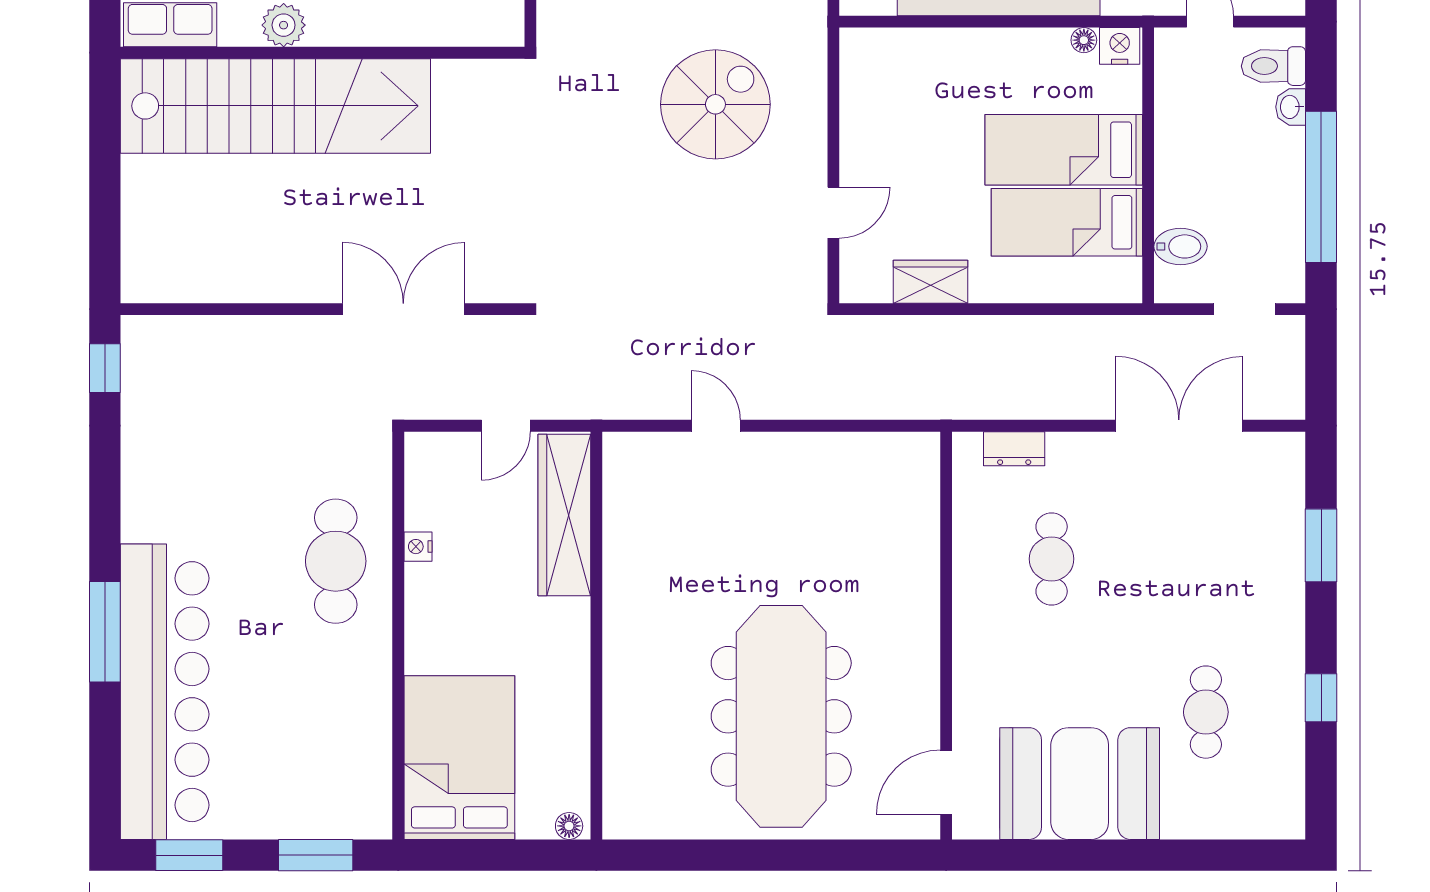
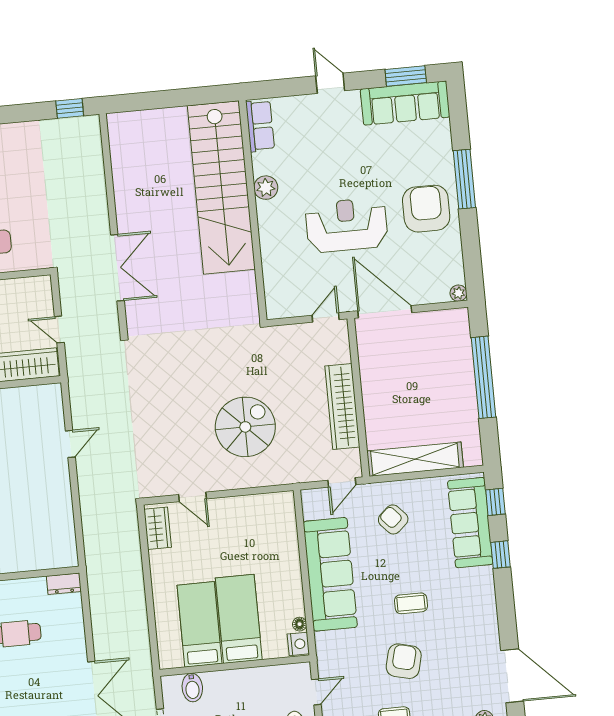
spiral stairs: (715, 104) -> (245, 427), turned -90
wardrobe: (931, 282) -> (158, 528), moved
dresser: (1014, 449) -> (64, 584), moved, turned -90

